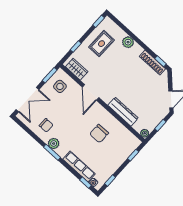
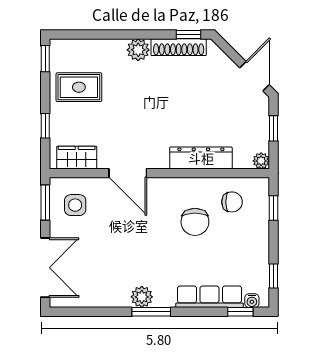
plant: (128, 42) -> (138, 50), moved
rug: (102, 44) -> (79, 87), turned 90
chair: (46, 125) -> (232, 202), moved

